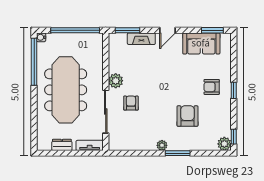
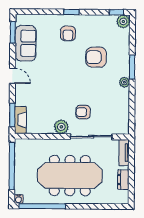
fireplace: (141, 39) -> (20, 120), moved

